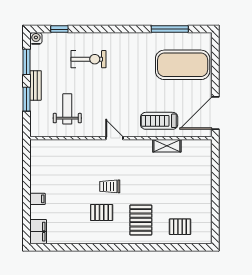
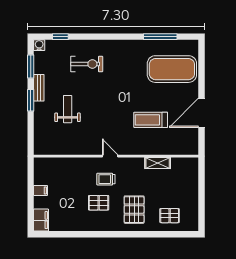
door: (114, 138) -> (110, 156), moved
wall: (121, 138) -> (116, 156), moved
shelving: (167, 146) -> (158, 163), moved

